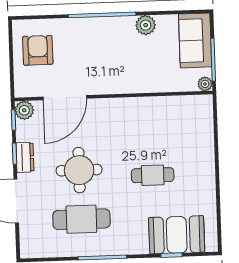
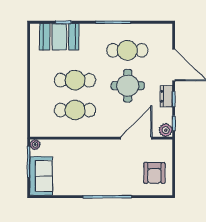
plant: (146, 25) -> (76, 188), removed
cafe table: (151, 134) -> (75, 110), added
cafe table: (153, 175) -> (75, 80), width x1.37, depth x1.35

